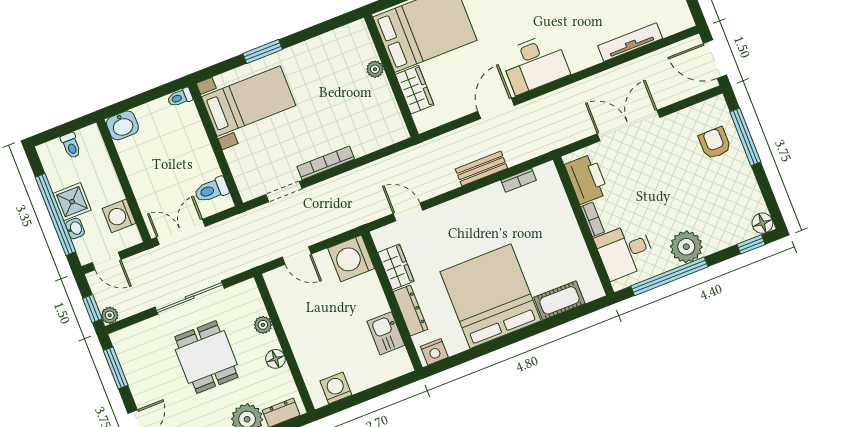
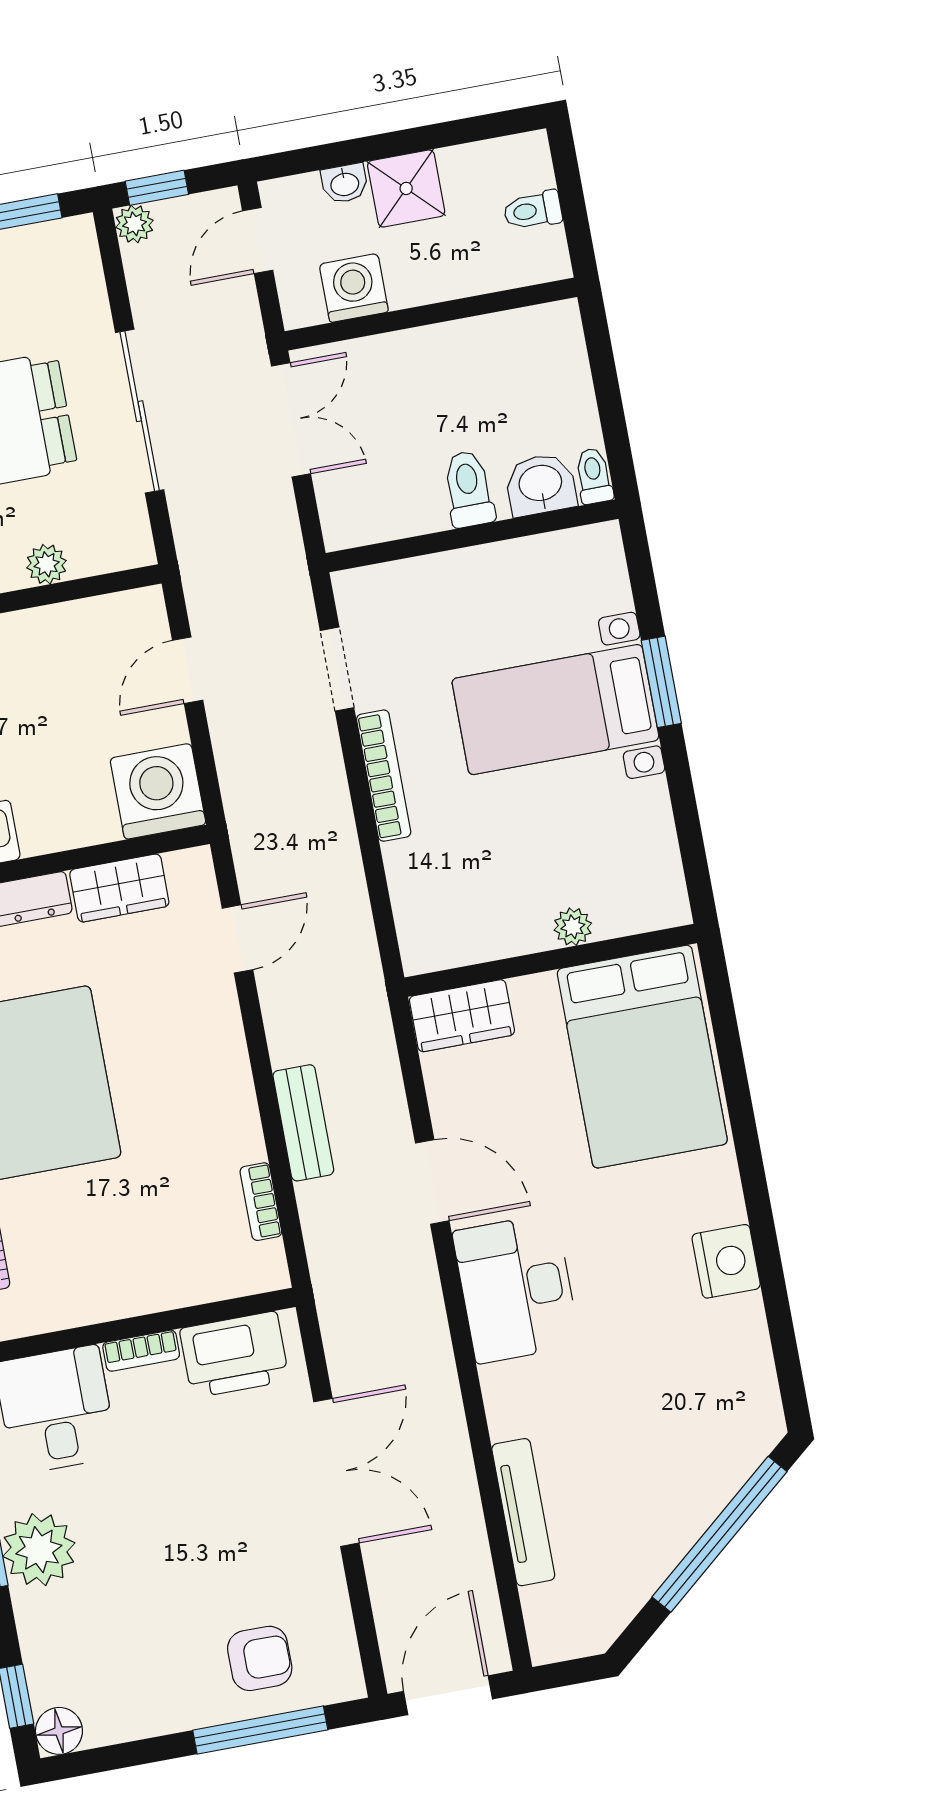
wardrobe: (415, 90) -> (462, 1016), moved
bed with nightstands: (249, 101) -> (555, 710), moved, turned 90
washbasin: (122, 125) -> (541, 485), moved, turned 90
toilet: (211, 190) -> (469, 489), moved
window: (55, 214) -> (384, 146), removed

